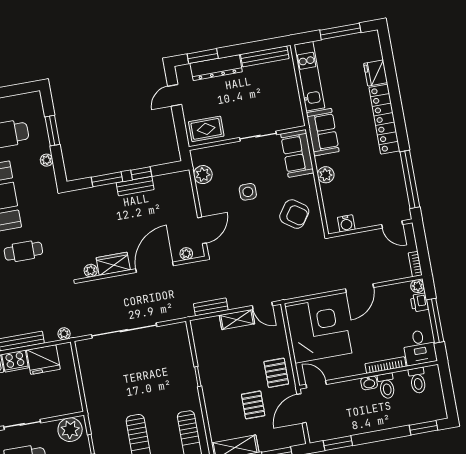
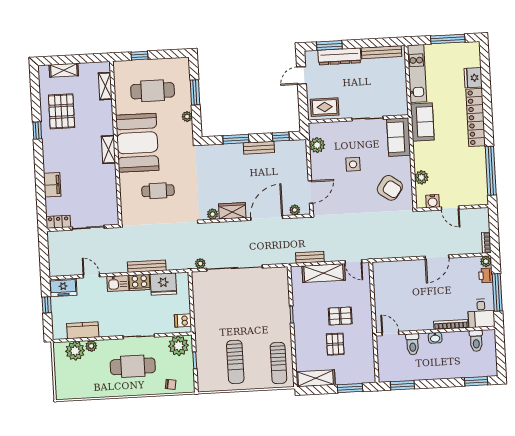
window: (141, 173) -> (281, 137), moved
plant: (326, 175) -> (421, 177), moved
door: (392, 224) -> (450, 208), moved
shelving: (237, 319) -> (324, 273), width x1.50, depth x1.33
corner desk: (318, 330) -> (398, 288), removed
plant: (64, 334) -> (200, 264), moved
pallet: (276, 373) -> (340, 316), moved, turned 90
toilet: (387, 386) -> (413, 344), moved
dishwasher: (72, 399) -> (183, 321), added
door: (302, 408) -> (376, 352), removed

